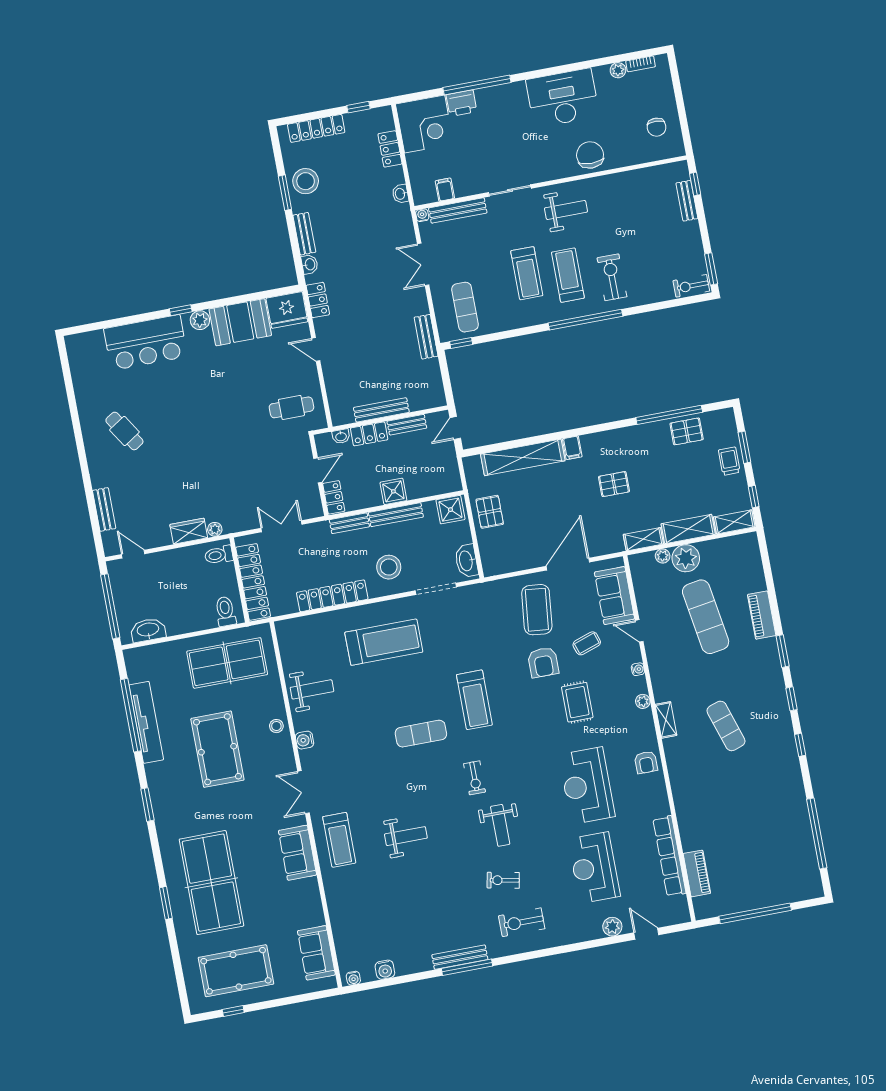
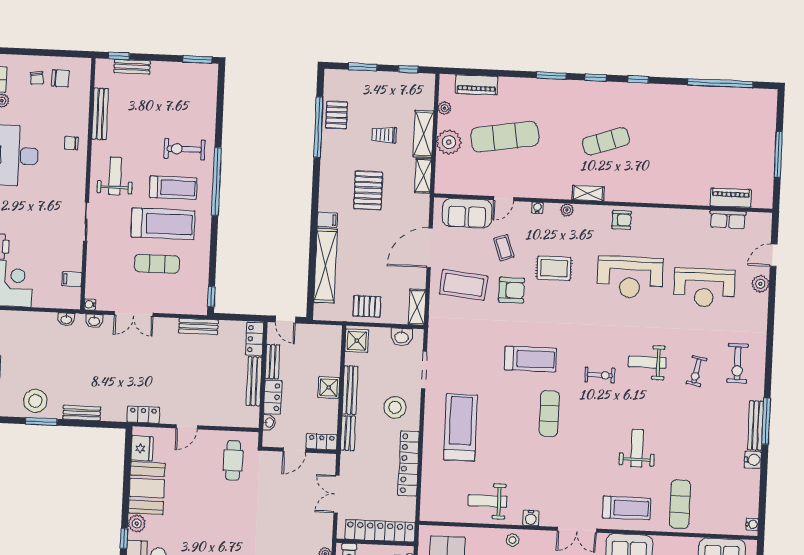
chair: (651, 102) -> (37, 78), added
locker: (390, 149) -> (254, 339), moved, turned 90
chair: (590, 155) -> (71, 143), width x0.54, depth x0.54
bench: (458, 210) -> (100, 114), moved
washbasin: (310, 264) -> (94, 321), moved, turned 180
treadmill: (527, 273) -> (163, 224), width x1.37, depth x1.38
treadmill: (568, 275) -> (173, 188), turned 180
exercise bike: (691, 286) -> (208, 81), removed
exercise mat: (465, 307) -> (157, 264), moved
fridge: (287, 310) -> (142, 448), width x0.73, depth x0.75
trolley: (729, 461) -> (384, 135), moved
door: (318, 470) -> (294, 450), swing flipped
pallet: (614, 484) -> (368, 190), width x1.50, depth x1.42
shelving: (734, 522) -> (417, 307), moved
plant: (663, 556) -> (445, 108), moved
washbasin: (466, 561) -> (401, 337), width x0.72
door: (568, 564) -> (430, 248), hinge flipped
piano: (762, 615) -> (477, 85), moved
weight bench: (312, 689) -> (487, 501), turned -90
weight bench: (500, 825) -> (647, 362), turned 180
row of seats: (669, 856) -> (728, 219), width x0.50
exercise mat: (357, 896) -> (680, 504), added
window: (755, 913) -> (778, 154), width x0.68
water cooler: (385, 970) -> (753, 460), moved

